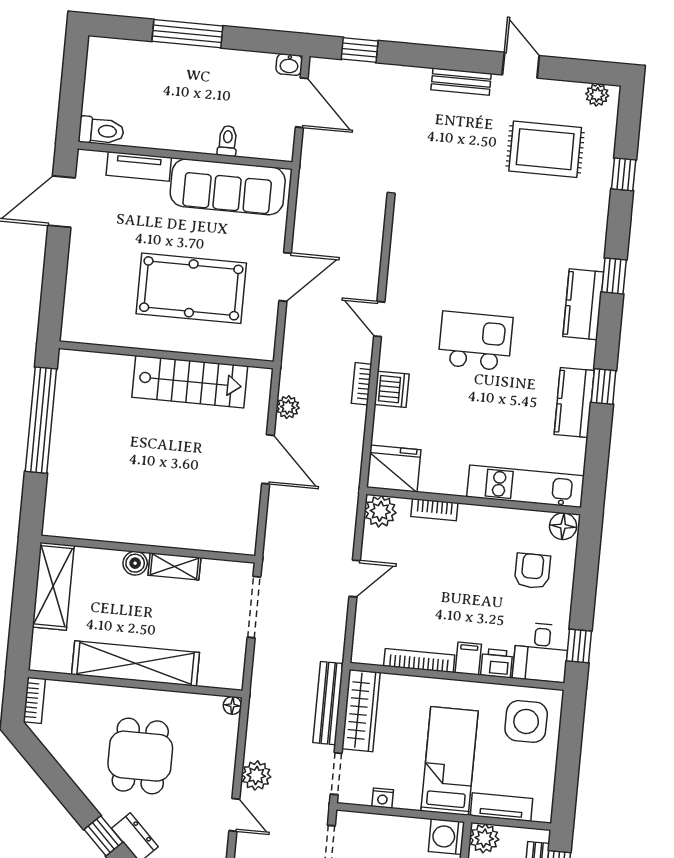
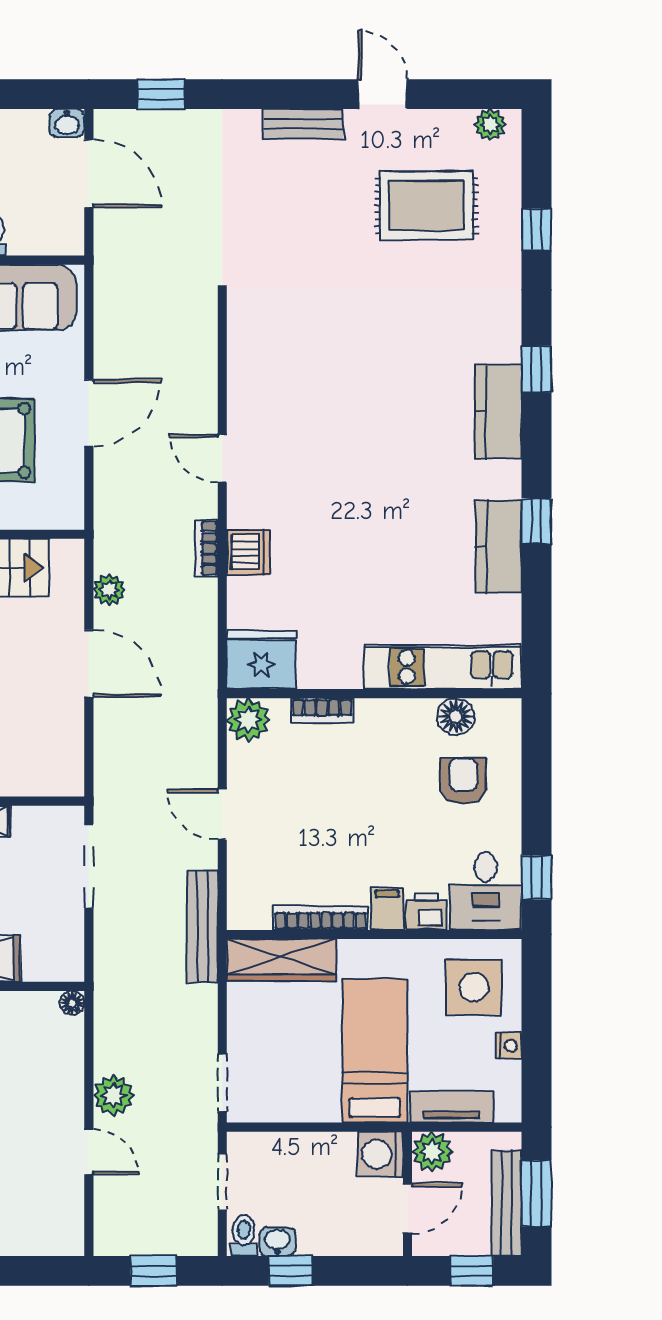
kitchen island: (475, 341) -> (356, 475), removed
floor lamp: (563, 526) -> (456, 716), moved
door: (355, 578) -> (222, 814), swing flipped
bench: (328, 703) -> (202, 926), moved
wardrobe: (361, 711) -> (281, 960), moved, turned 90
nightstand: (383, 798) -> (509, 1045), moved, turned -90

